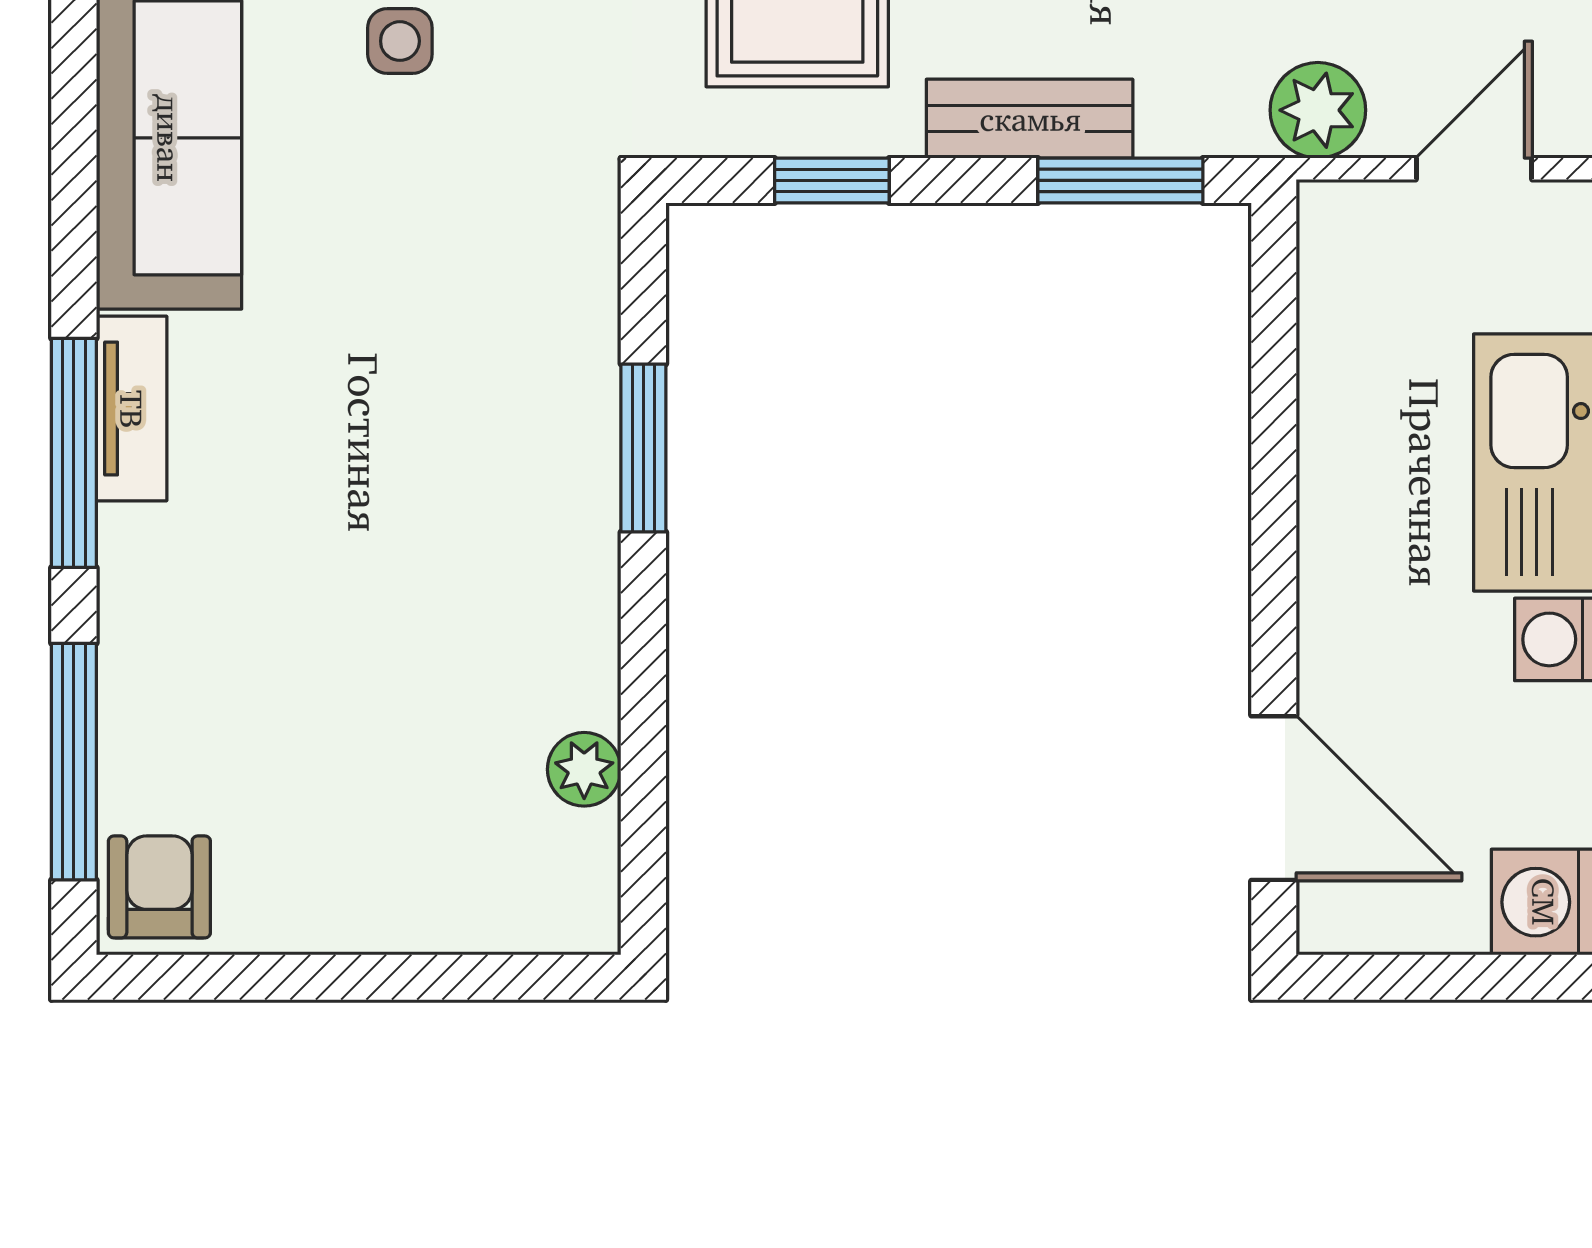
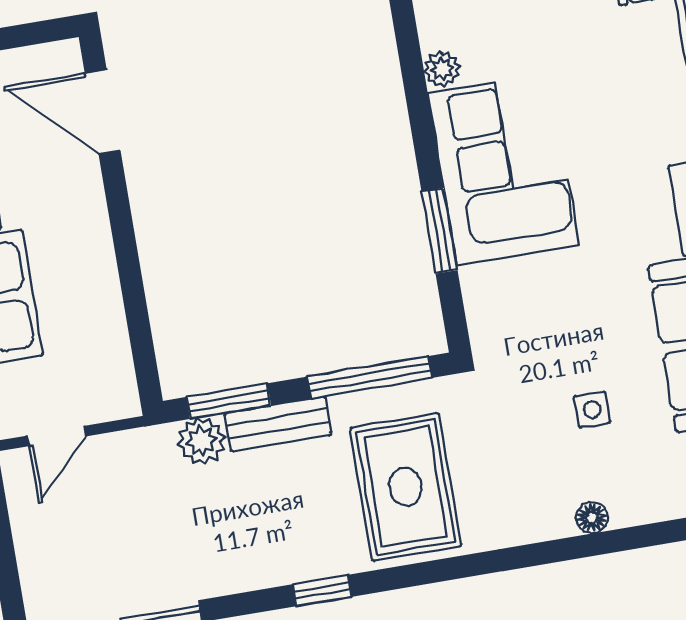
plant: (1318, 110) -> (201, 441), moved
window: (832, 180) -> (370, 377), width x2.17
corner sofa: (495, 549) -> (504, 169), added

